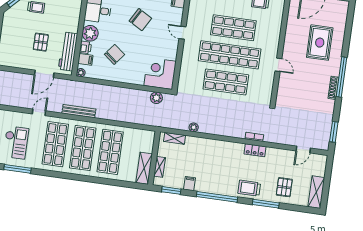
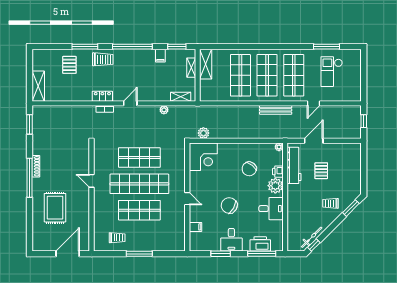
filing cabinet: (85, 59) -> (276, 160), removed
door: (303, 150) -> (130, 103), moved
shelving: (316, 192) -> (38, 86), moved

